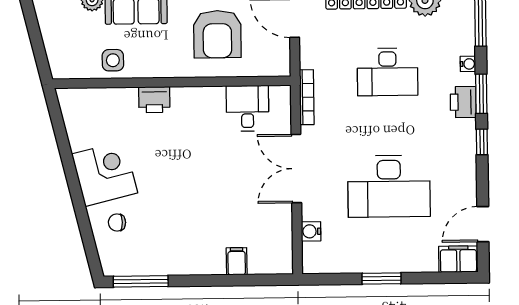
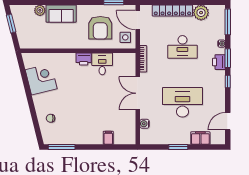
window: (33, 28) -> (11, 24), added
side table: (113, 60) -> (125, 37), moved
printer: (154, 100) -> (84, 59), moved
desk: (247, 108) -> (102, 64), moved
corner desk: (105, 173) -> (41, 79), moved
desk: (389, 186) -> (182, 102), turned 180
filing cabinet: (458, 259) -> (200, 138), moved

